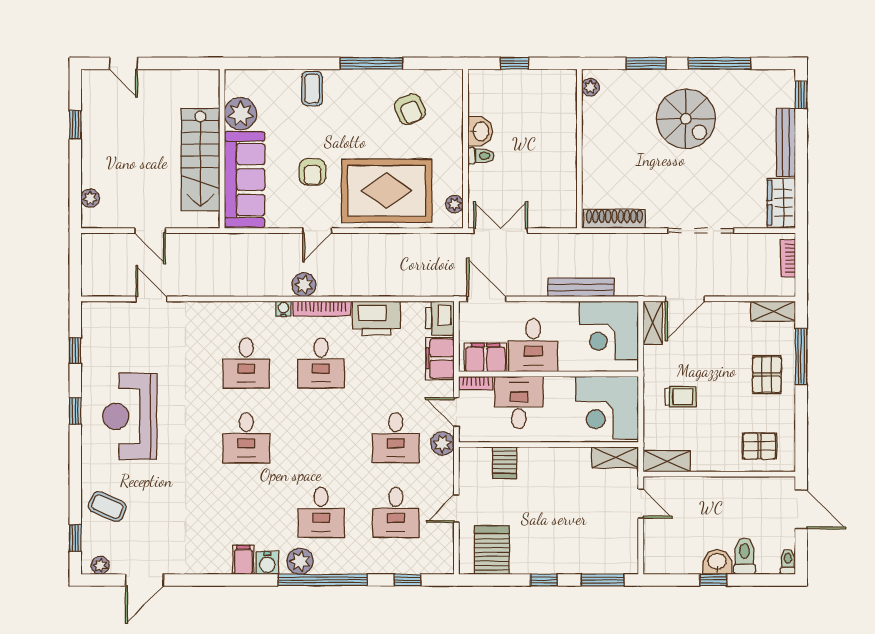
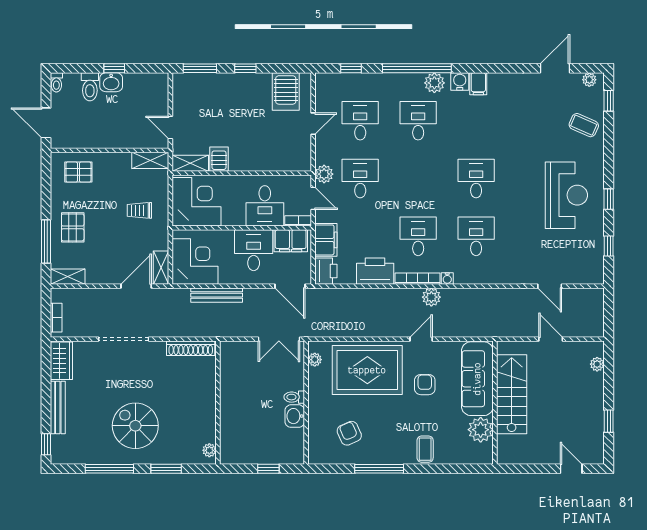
server rack: (505, 463) -> (219, 159), moved

